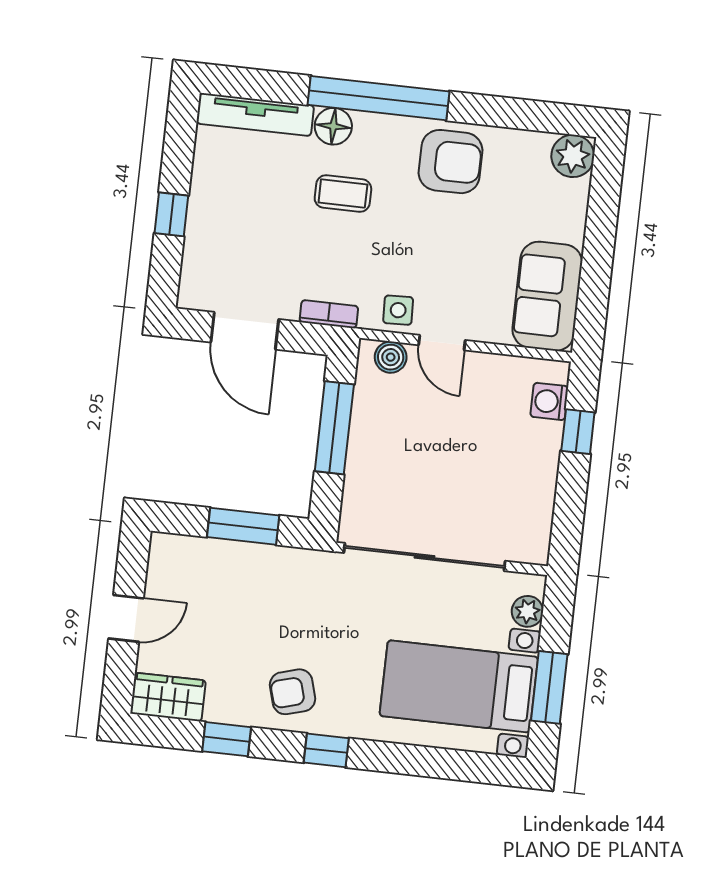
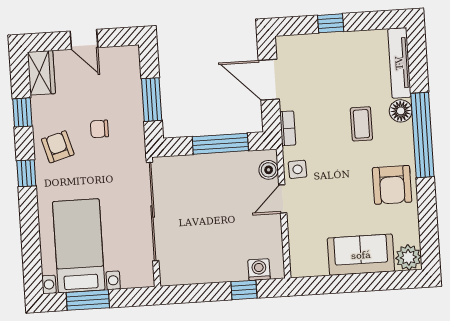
sofa: (547, 296) -> (361, 255), moved
door: (245, 331) -> (269, 80), hinge flipped
plant: (527, 611) -> (131, 279), removed
chair: (275, 619) -> (99, 129), added

